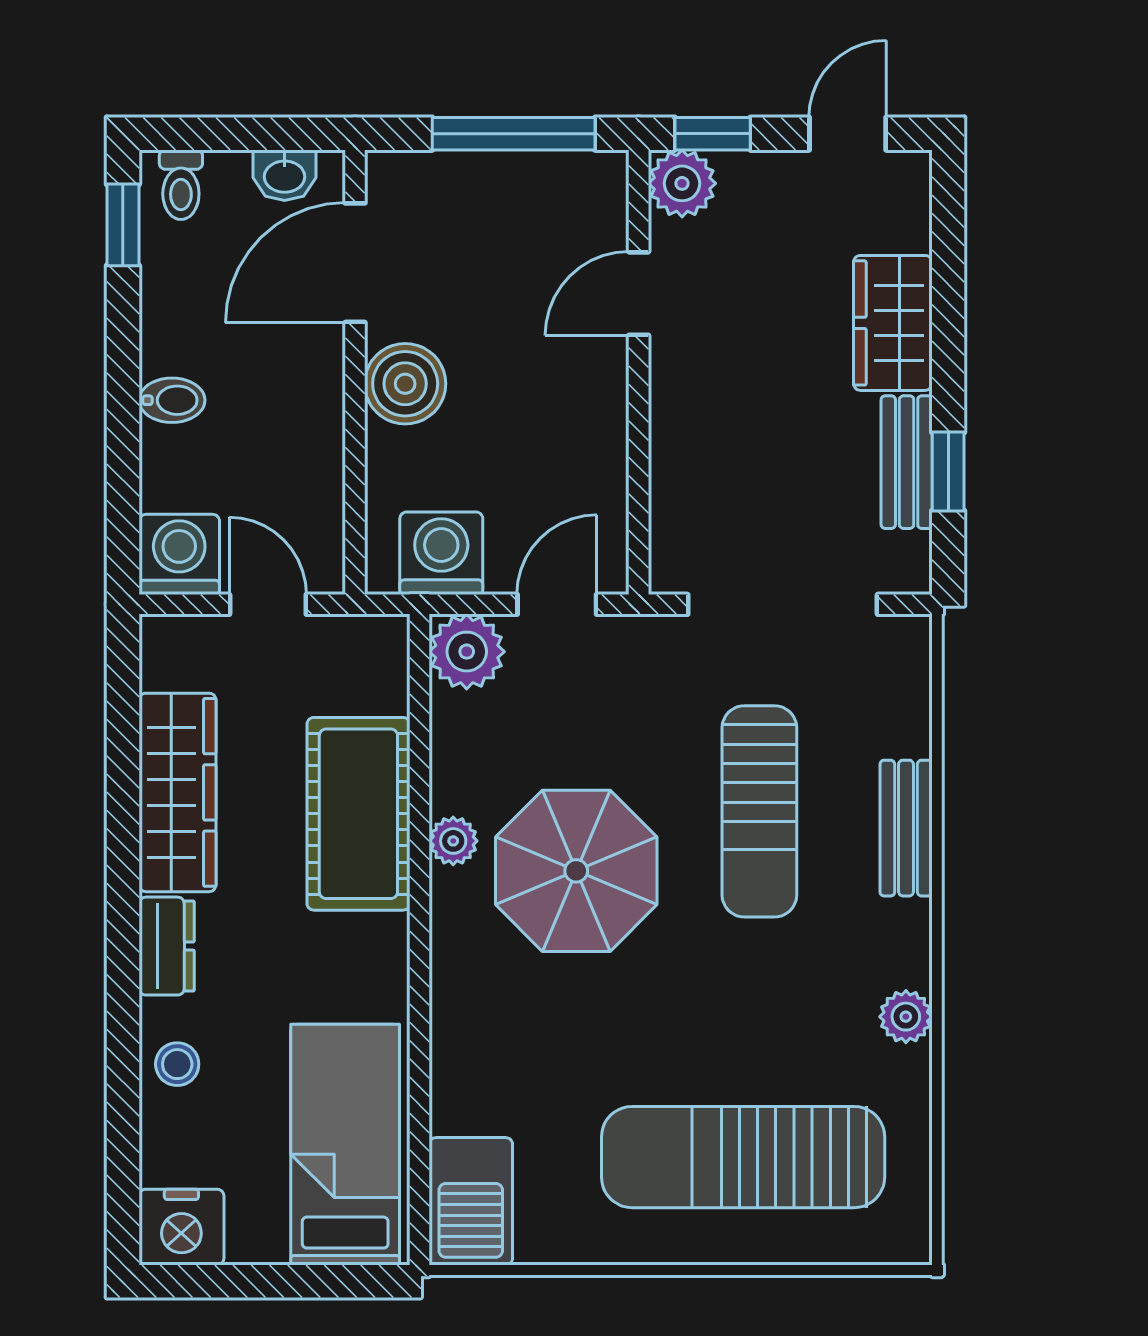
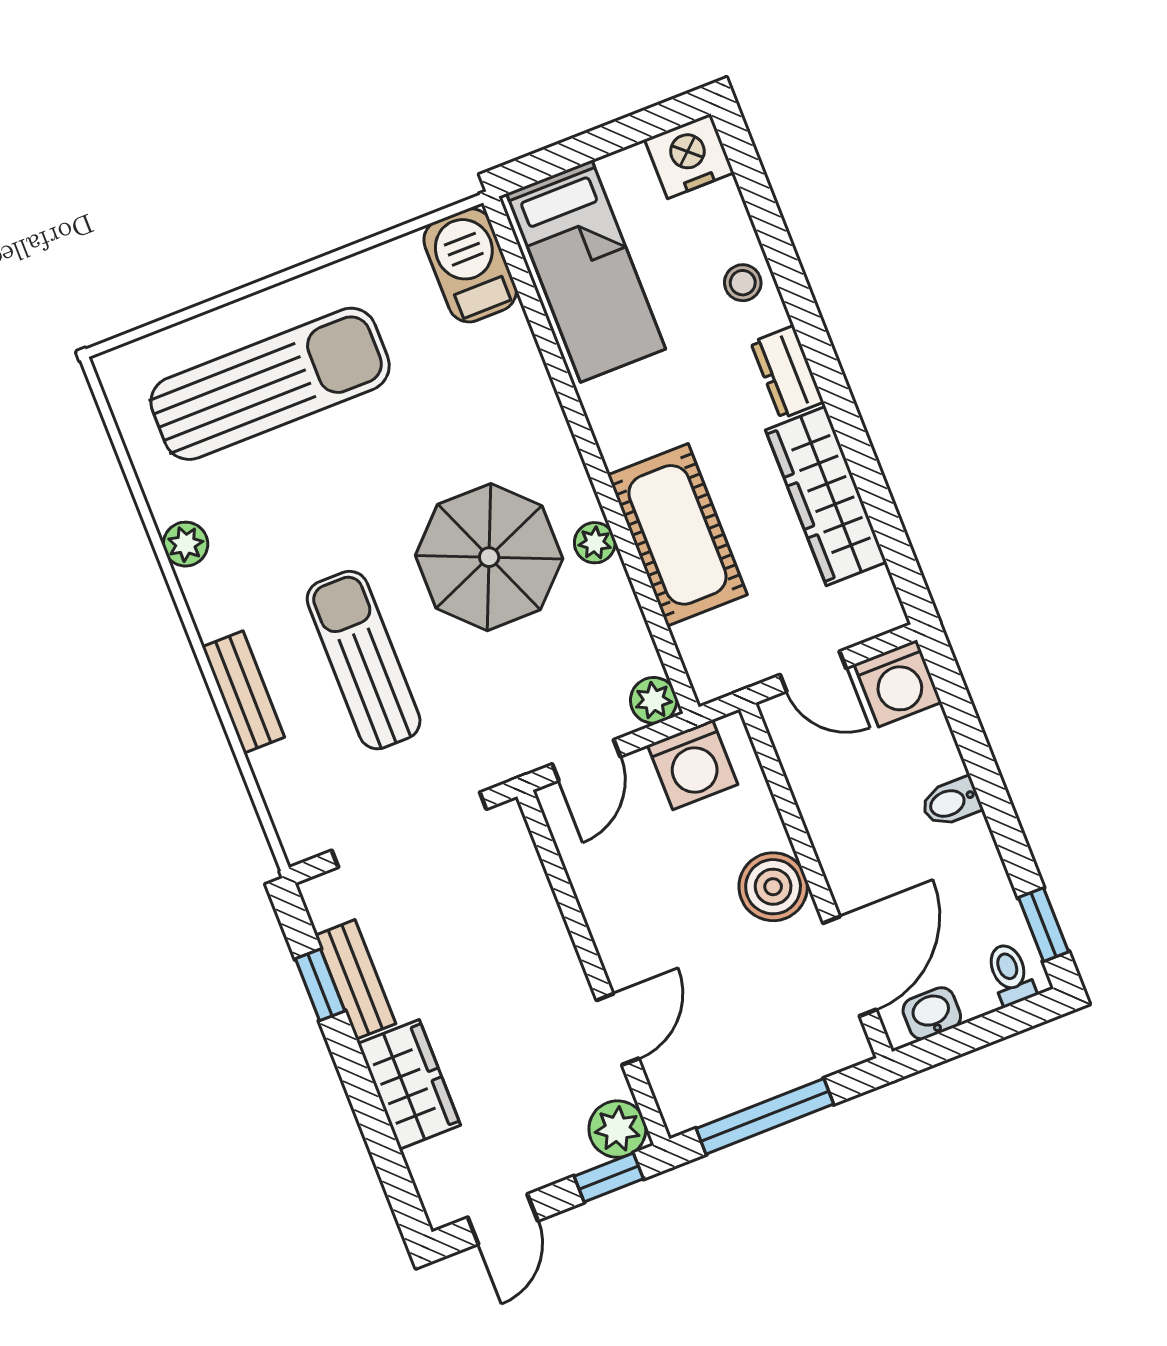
plant: (467, 652) -> (654, 700), width x0.73, depth x0.73

